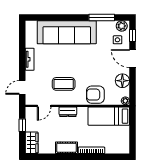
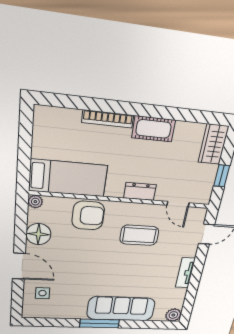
window: (102, 17) -> (99, 323), moved
plant: (122, 26) -> (173, 315), moved
sofa: (67, 32) -> (121, 309), width x0.74, depth x0.79
window: (132, 36) -> (17, 298), removed
door: (44, 106) -> (178, 204), swing flipped

